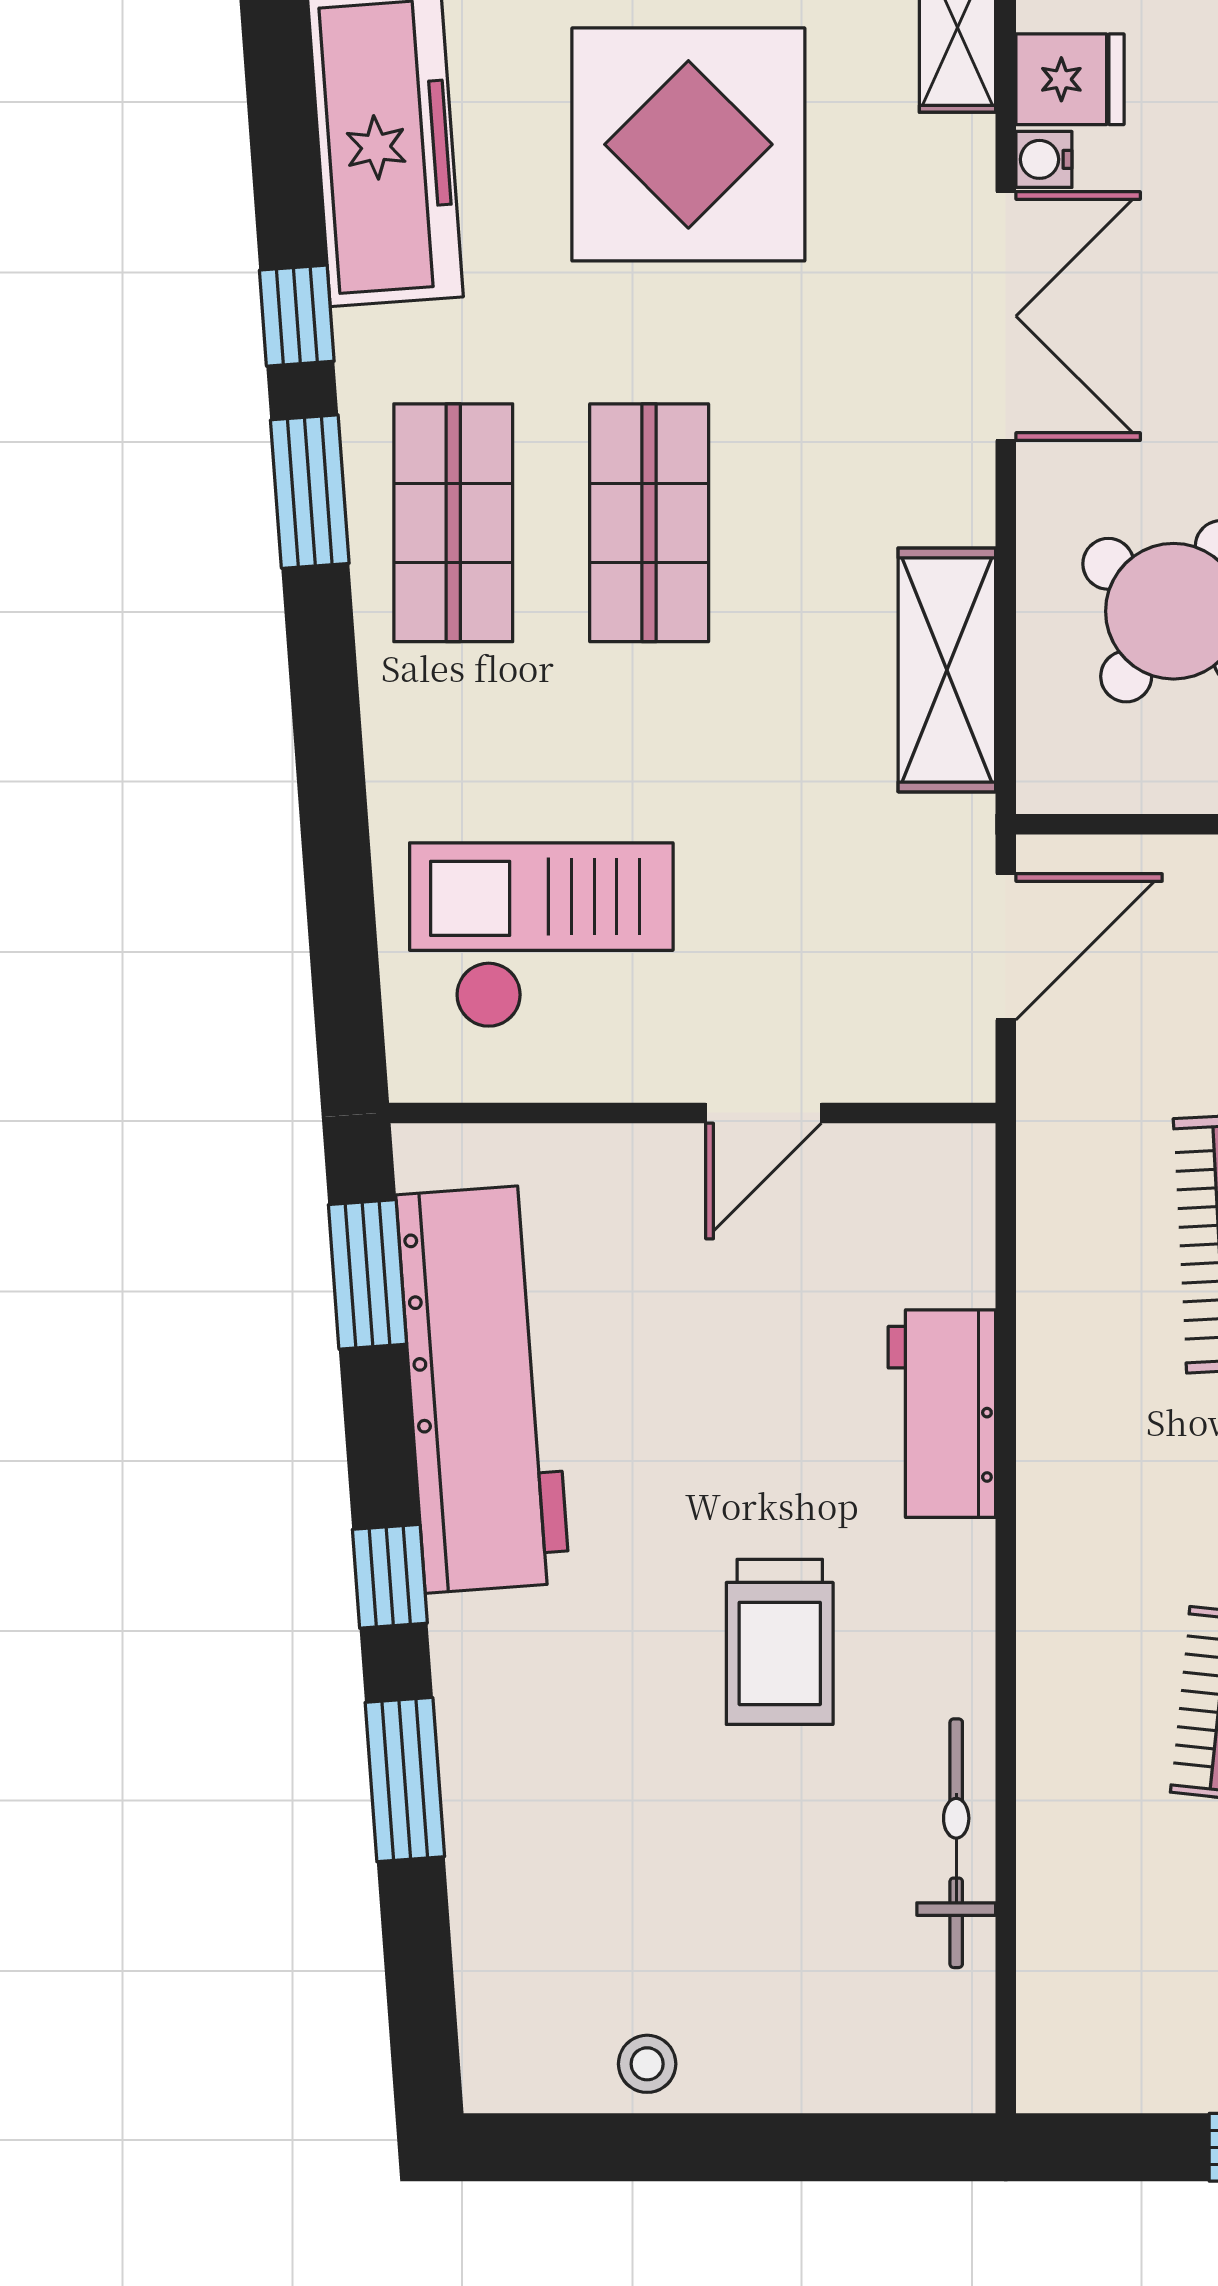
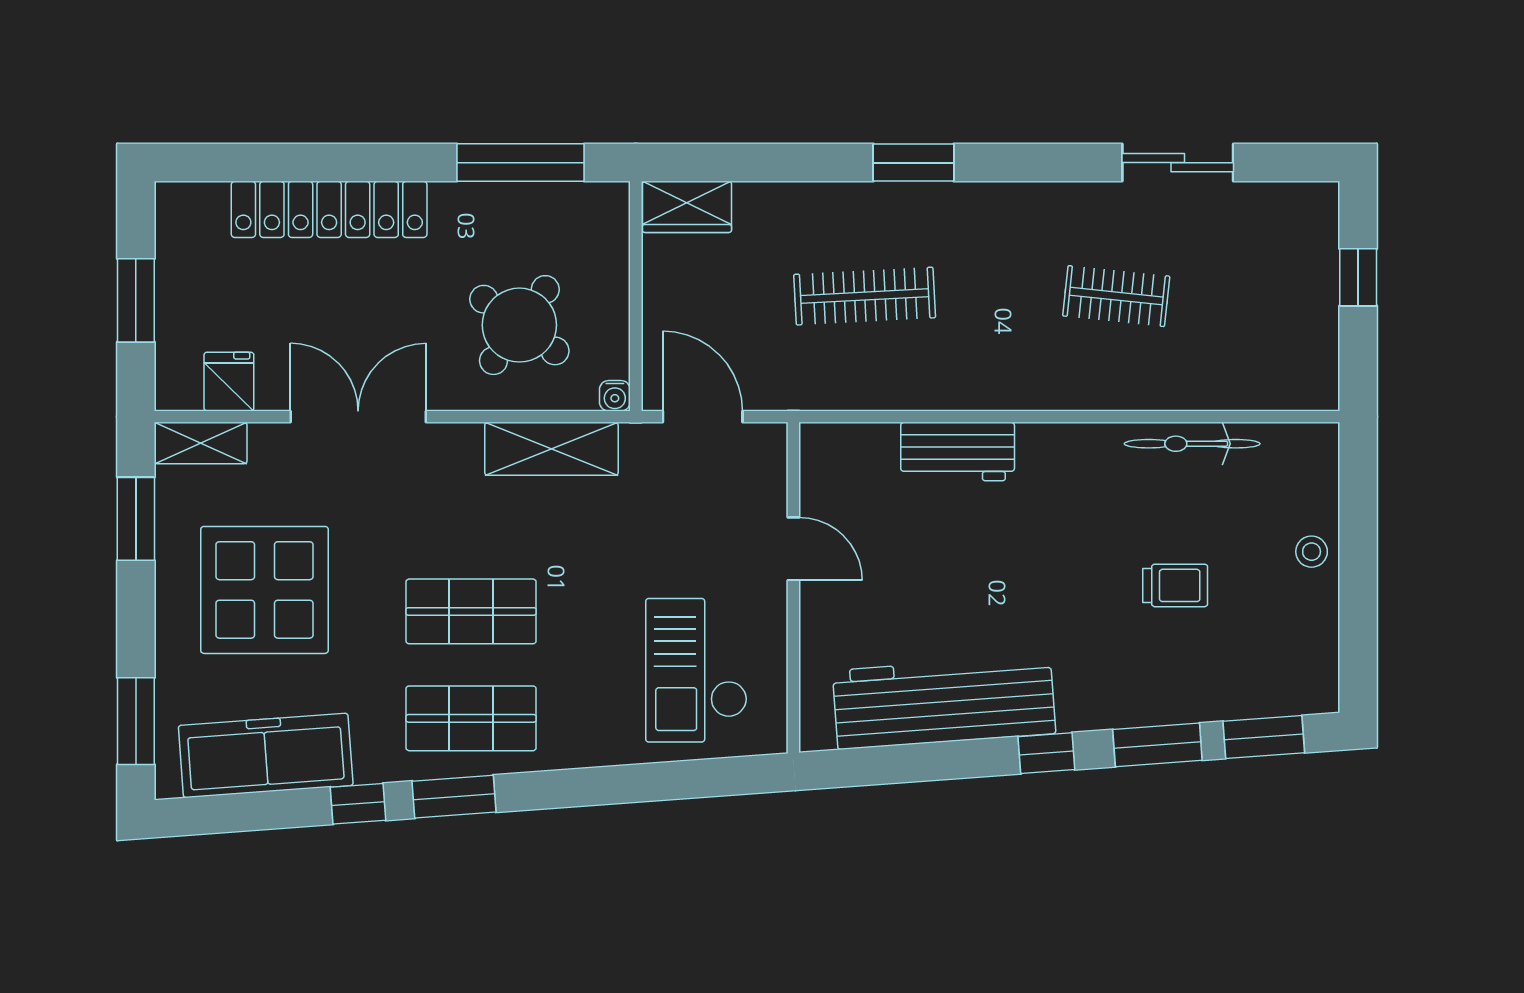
water cooler: (1044, 159) -> (615, 396), moved
window: (368, 1274) -> (1264, 737), moved
trolley: (780, 1642) -> (1175, 585), moved, width x0.73, depth x0.72
stool: (647, 2064) -> (1312, 552), moved

